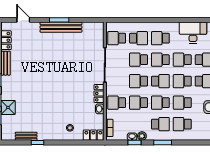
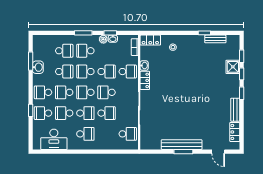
school desk: (139, 38) -> (107, 134), removed
school desk: (182, 60) -> (64, 113), turned 180
school desk: (139, 81) -> (107, 92), turned 180
school desk: (182, 81) -> (64, 92), turned 180
school desk: (160, 103) -> (85, 72), turned 180

